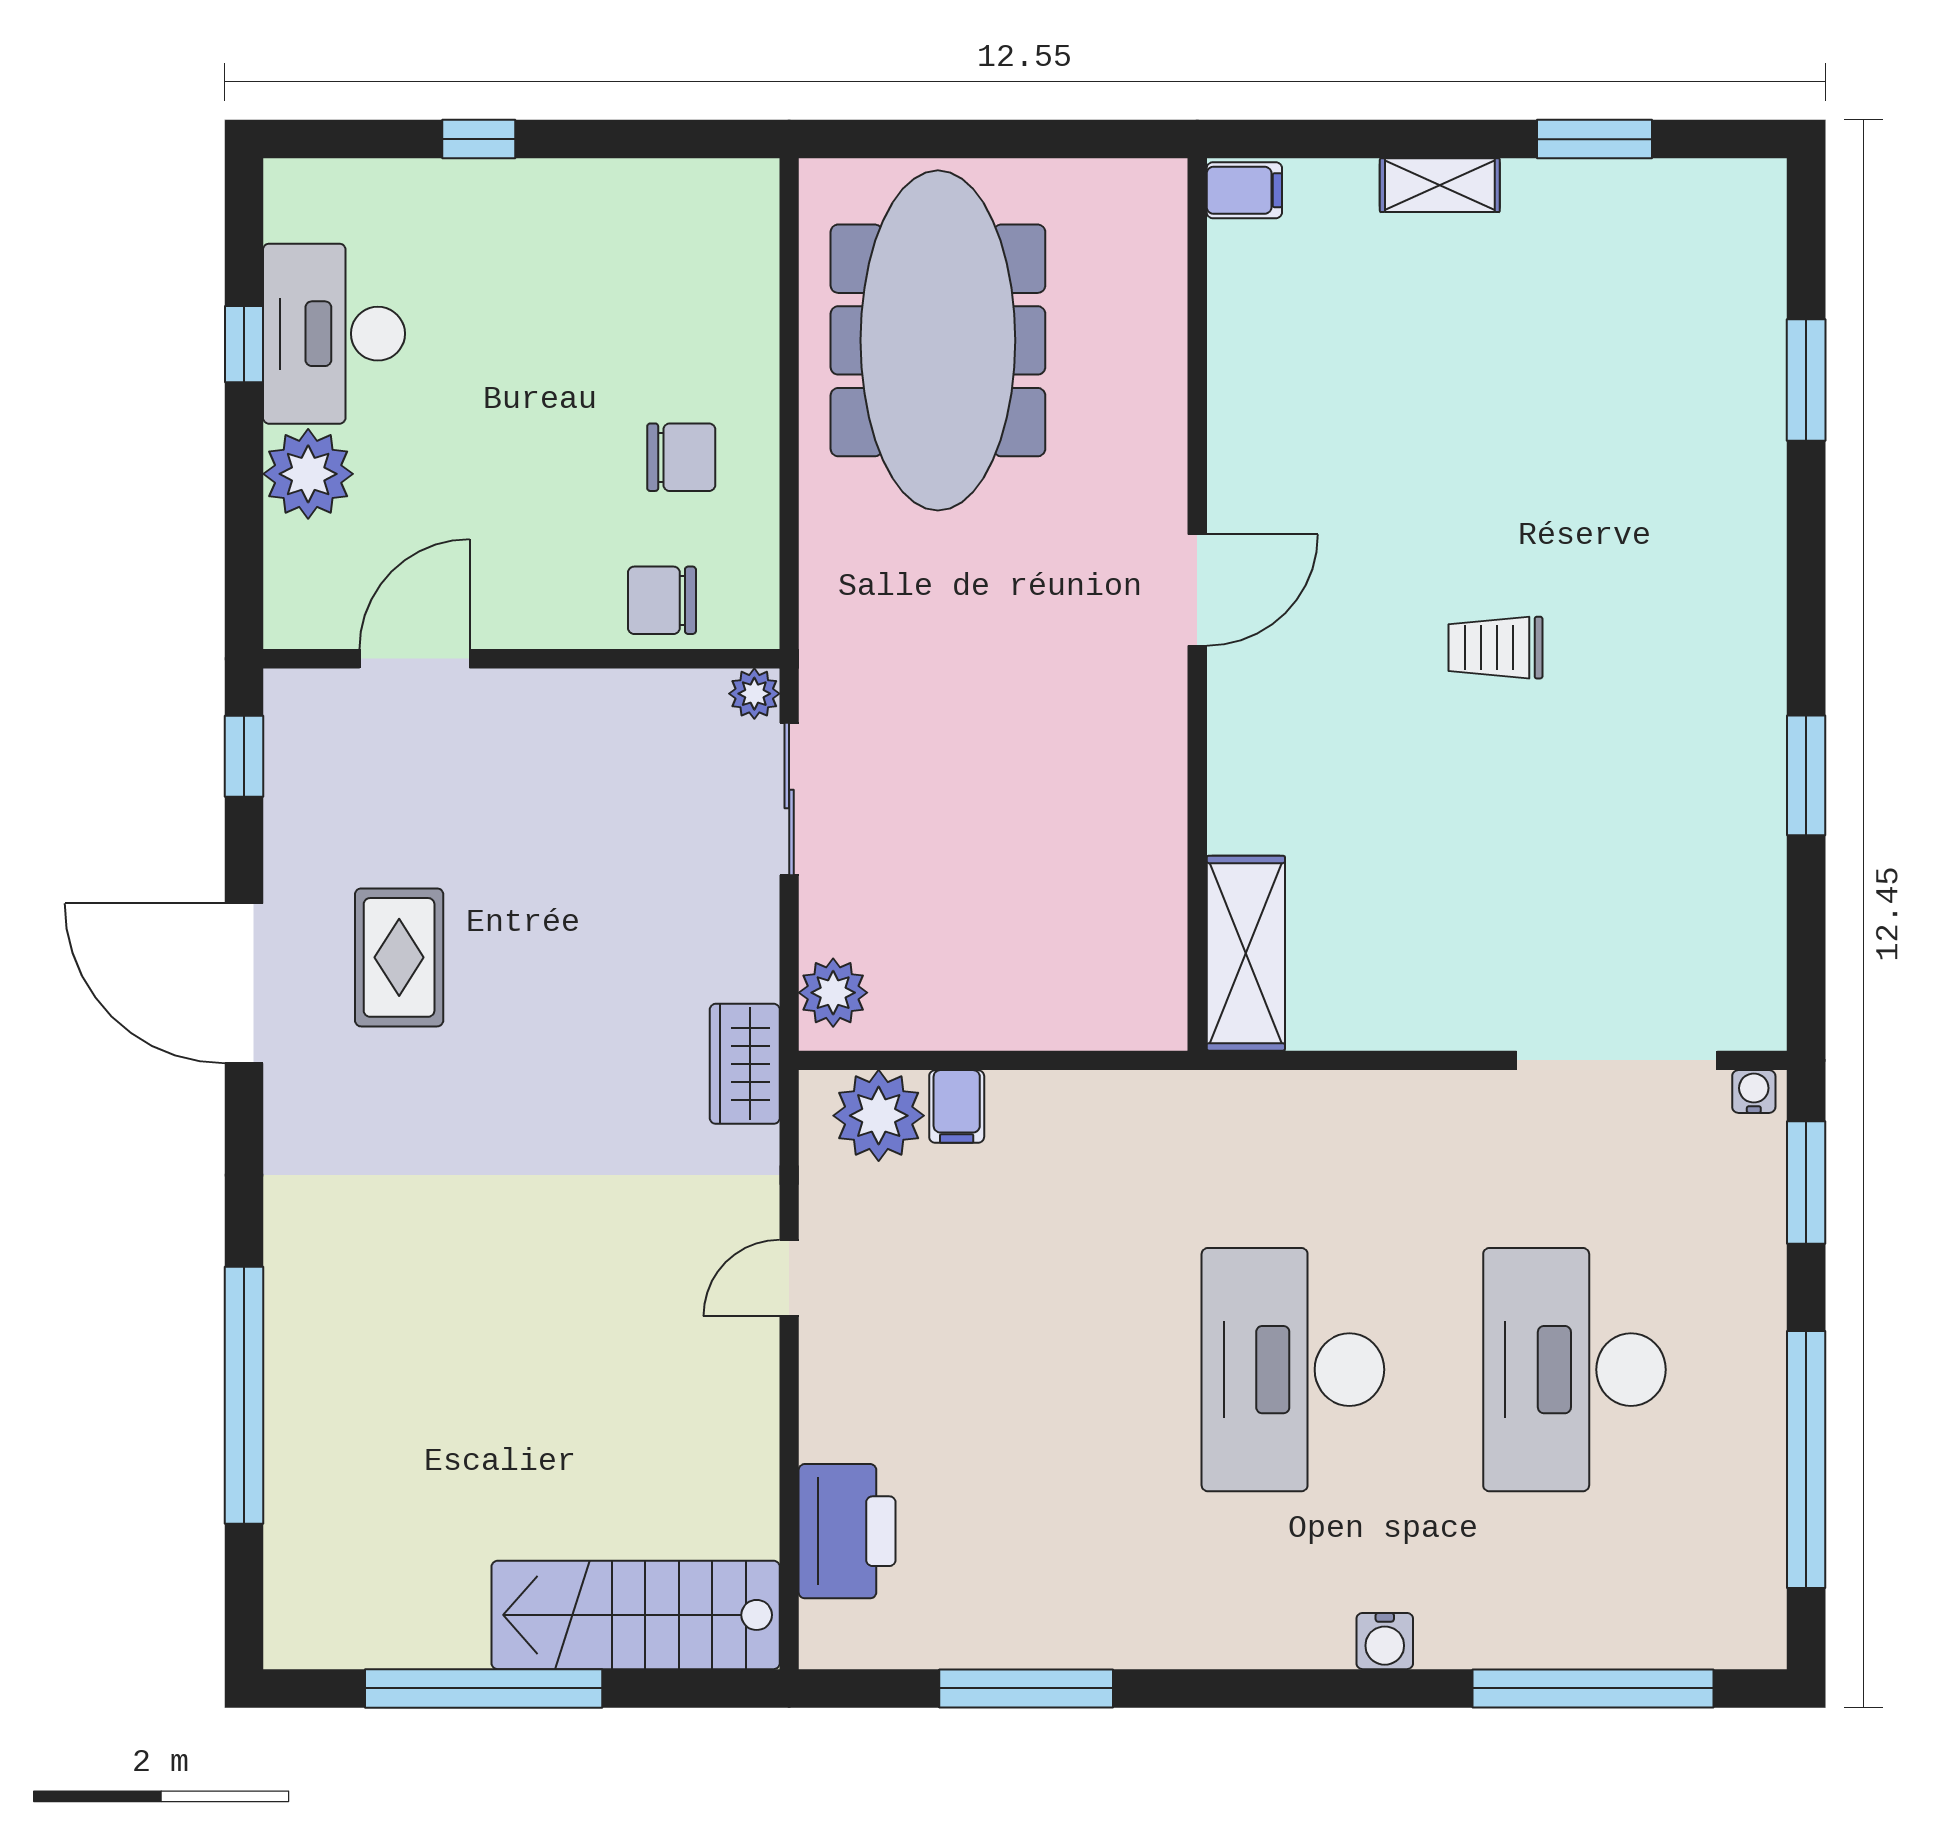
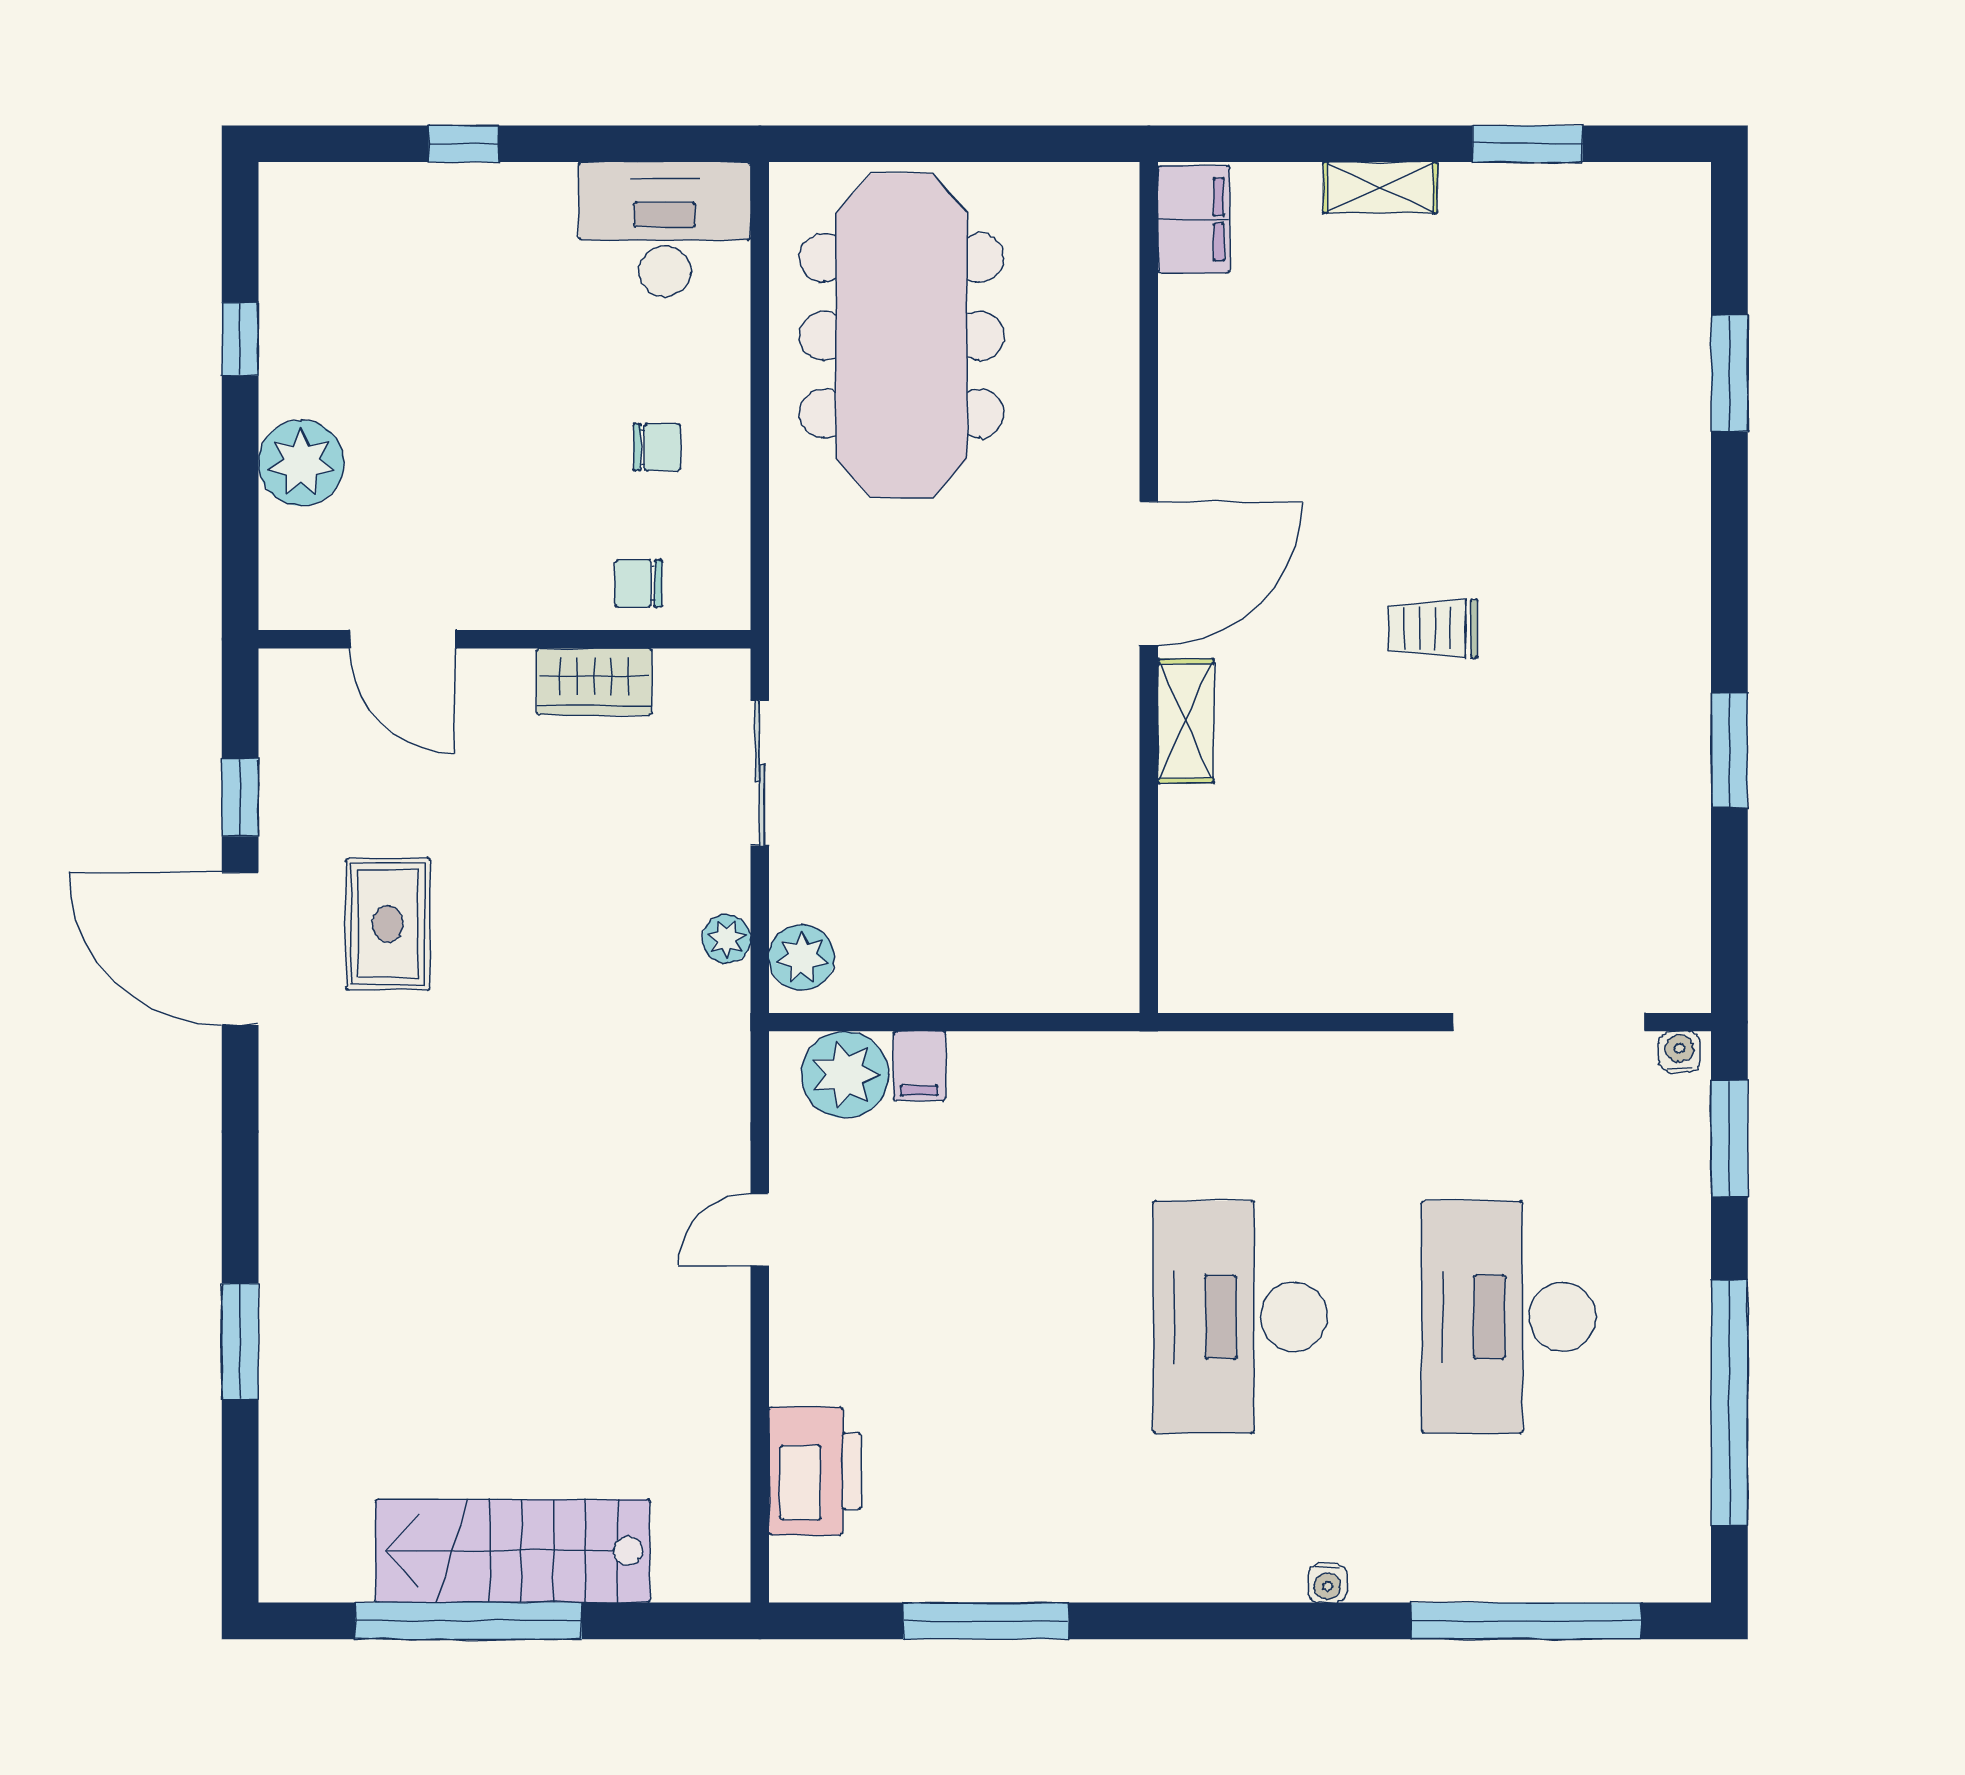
filing cabinet: (1244, 190) -> (1194, 219), width x2.00
desk: (334, 334) -> (665, 230), moved, turned 90
chair: (681, 457) -> (657, 447), width x0.73, depth x0.73
door: (1197, 590) -> (1149, 574), width x1.36
chair: (662, 600) -> (639, 583), width x0.73, depth x0.73
door: (415, 659) -> (403, 639), swing flipped
plant: (754, 694) -> (727, 939), moved
window: (244, 756) -> (240, 797), moved
shelving: (1246, 953) -> (1186, 721), moved, width x0.67, depth x0.75
wardrobe: (745, 1064) -> (594, 682), moved, turned -90
window: (244, 1395) -> (240, 1341), width x0.47
stairs: (636, 1615) -> (513, 1551), moved
water cooler: (1385, 1641) -> (1328, 1583), width x0.72, depth x0.72

